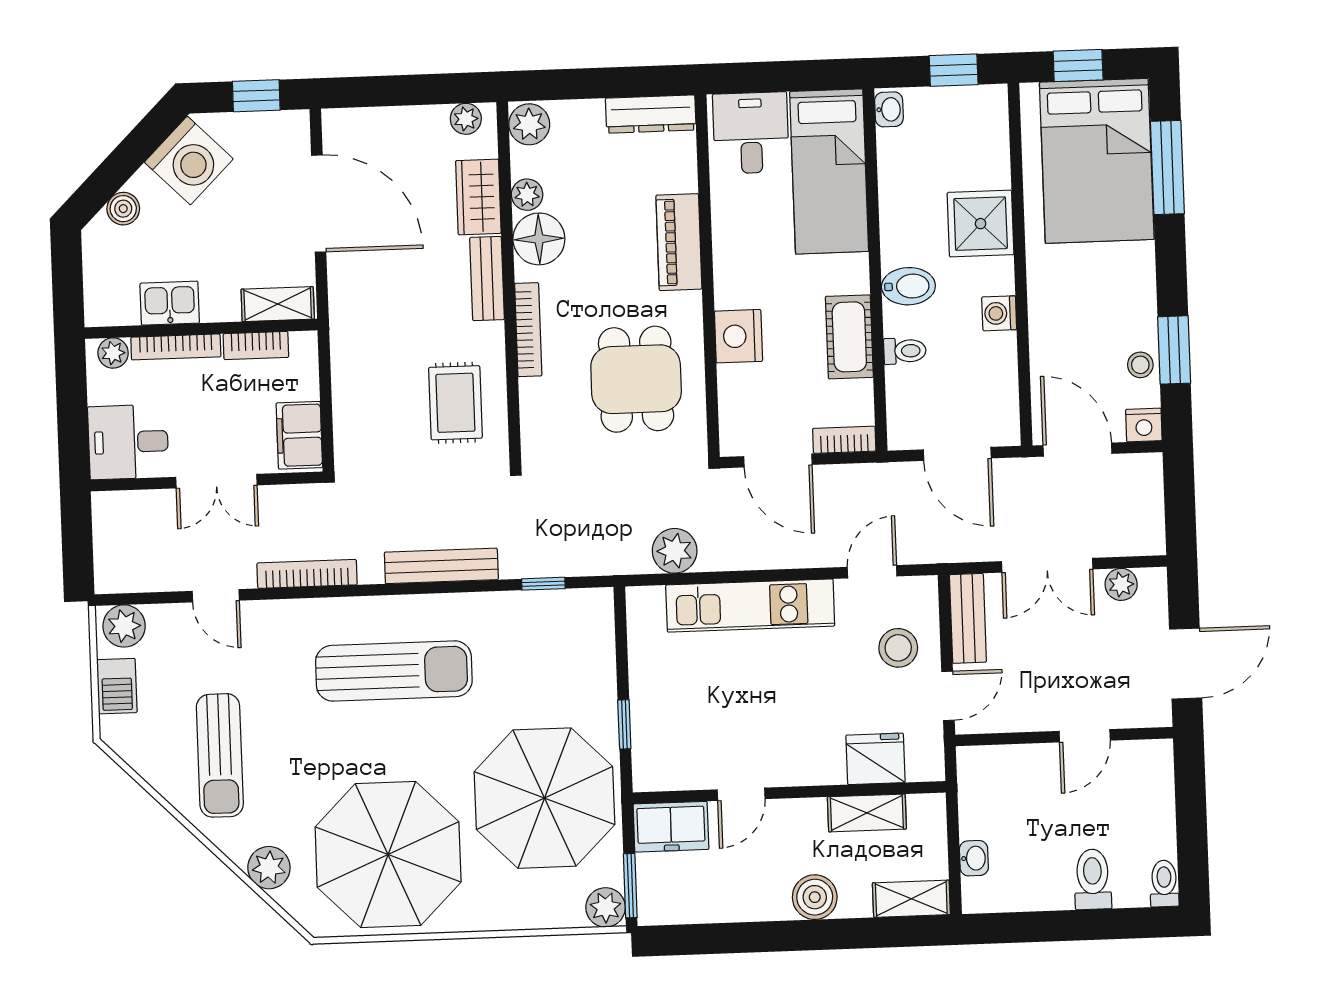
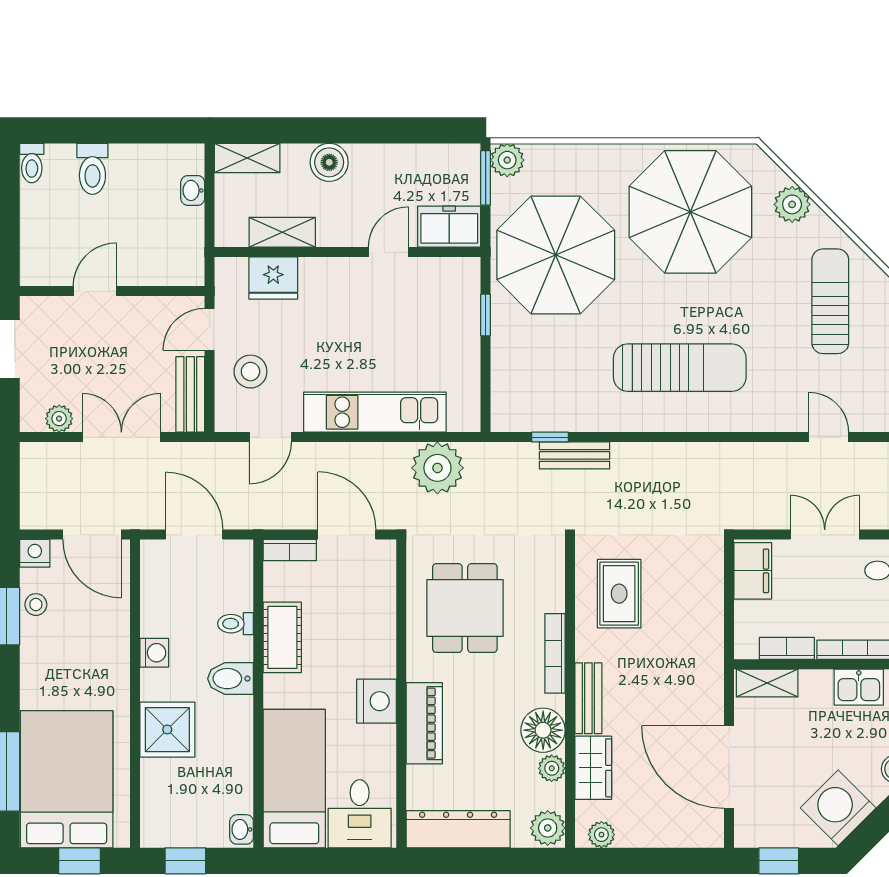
dresser: (651, 114) -> (458, 829), width x1.37, depth x1.24
nightstand: (738, 336) -> (377, 701), moved
plant: (675, 551) -> (437, 468), width x1.36, depth x1.36
bench: (441, 566) -> (575, 455), moved, width x0.73
bookcase: (307, 574) -> (751, 453), removed
sun lounger: (394, 671) -> (680, 368), turned 180

